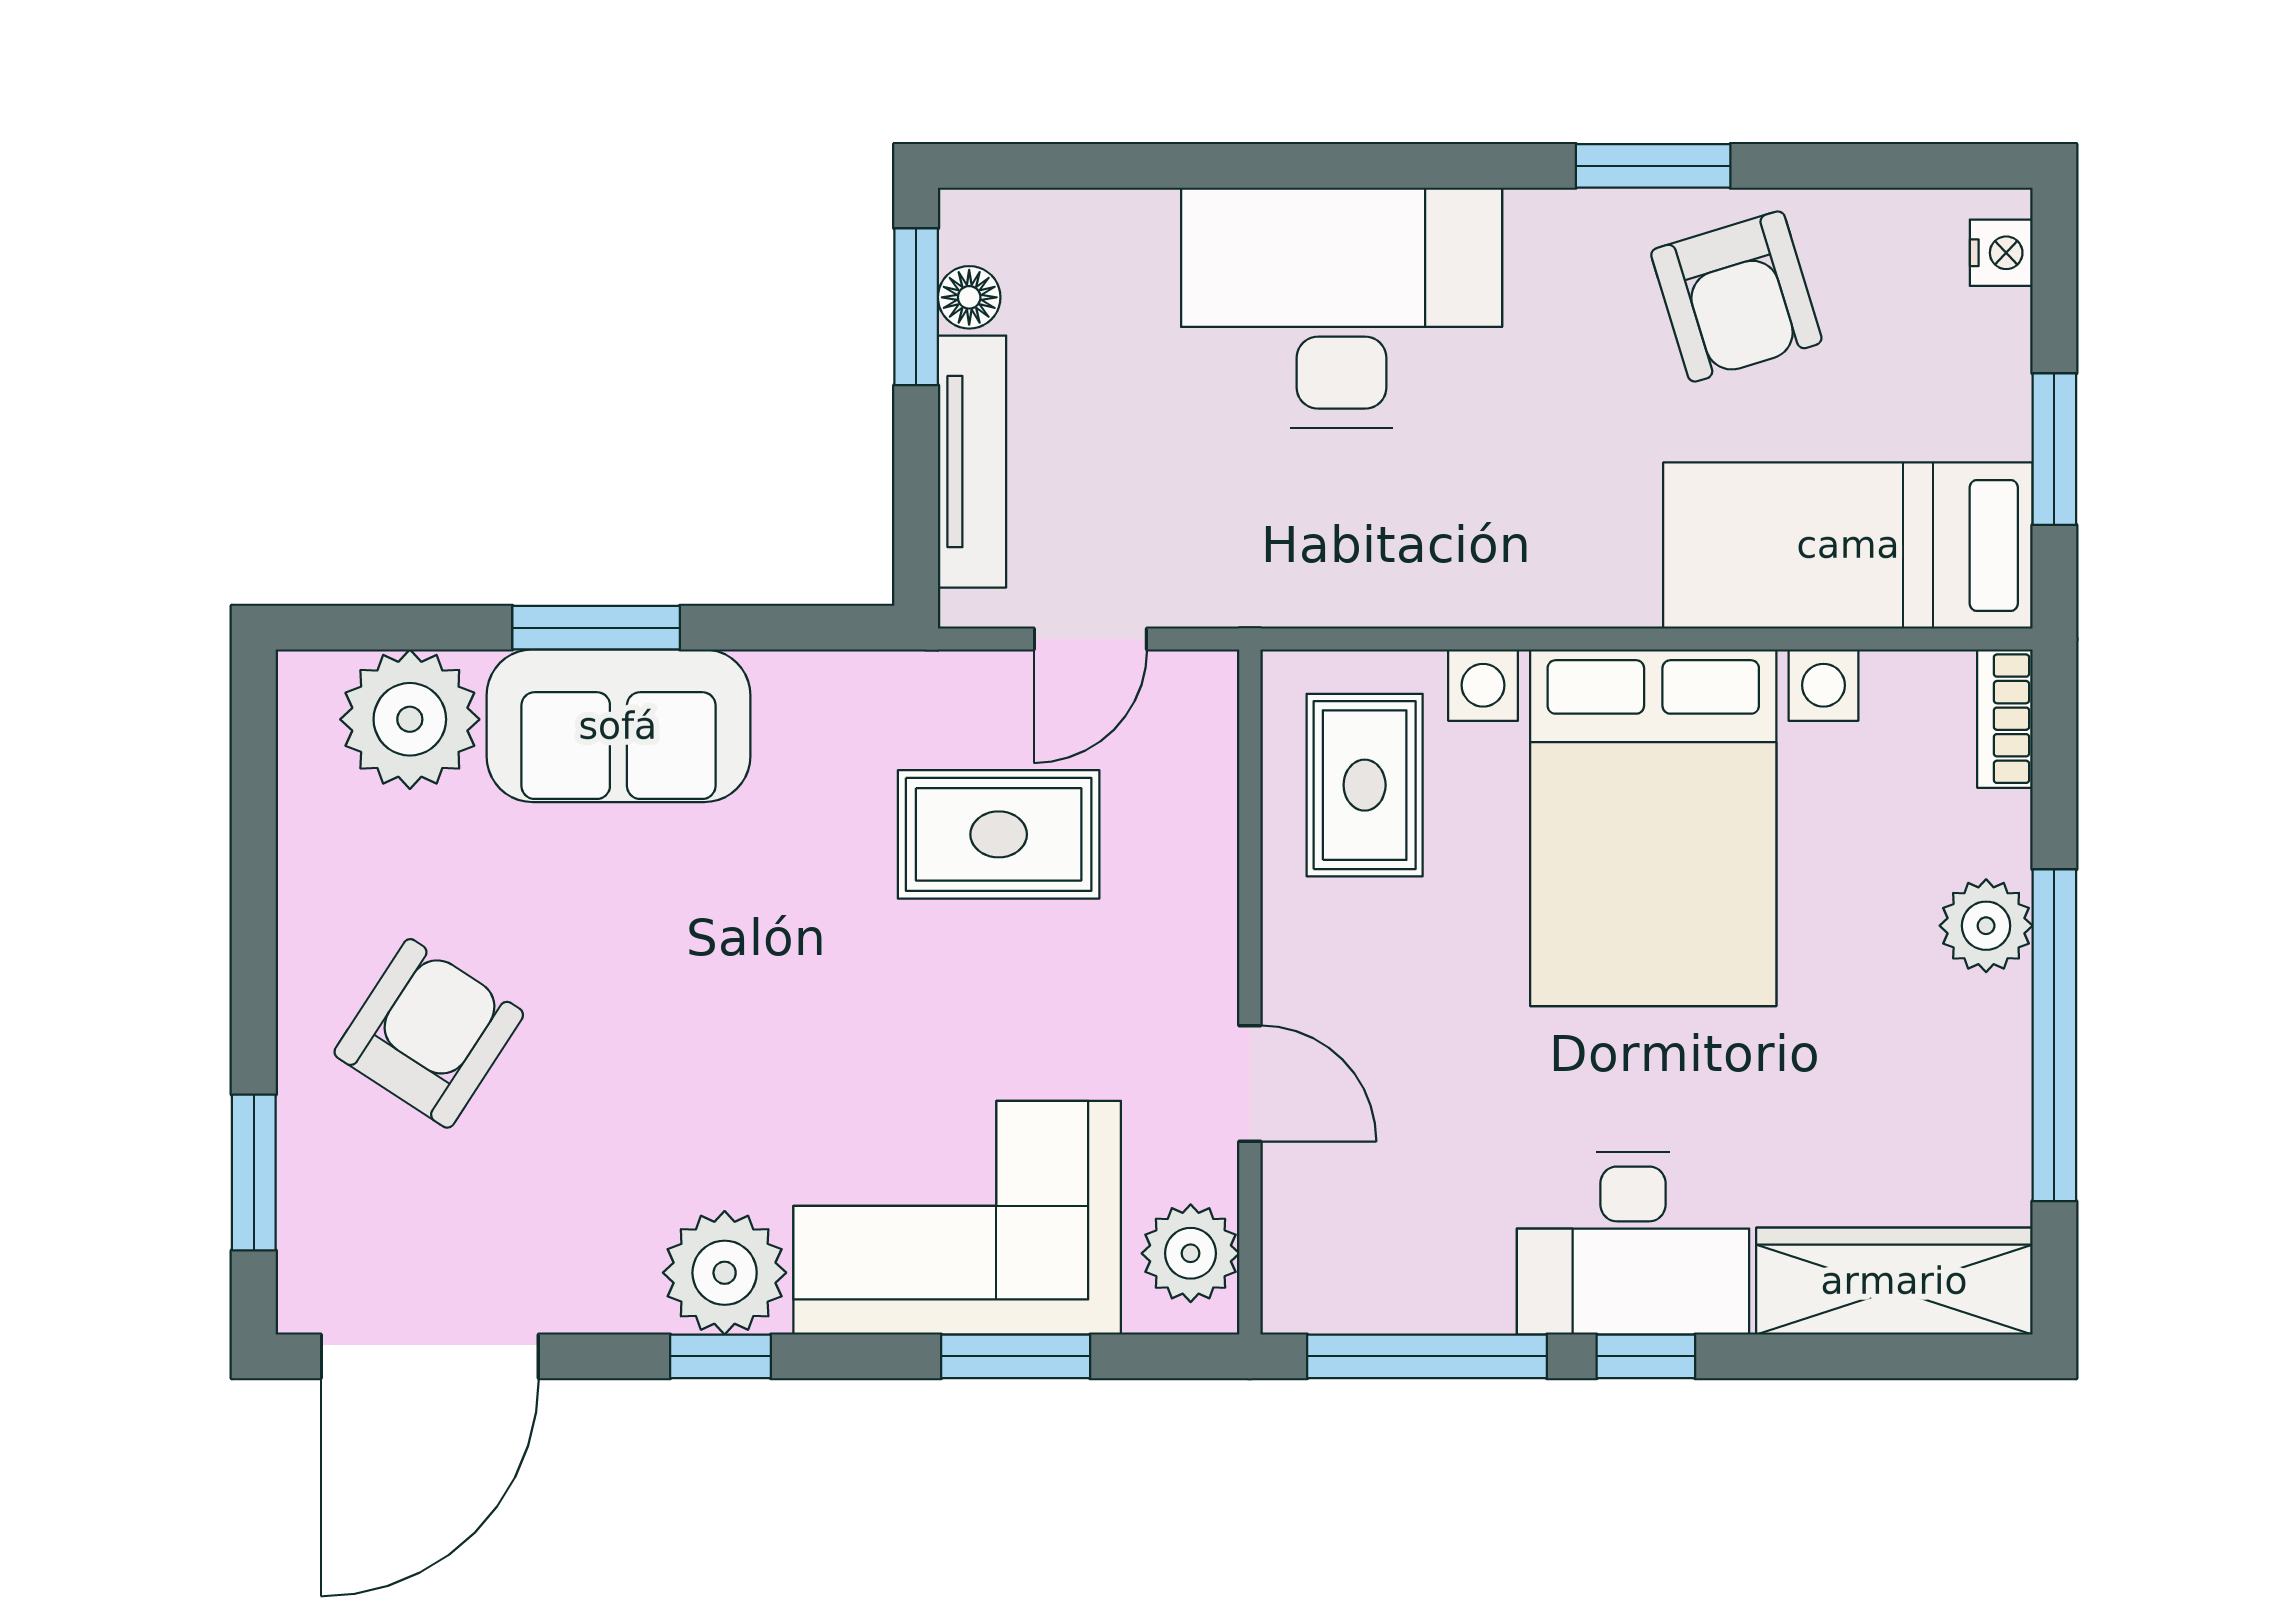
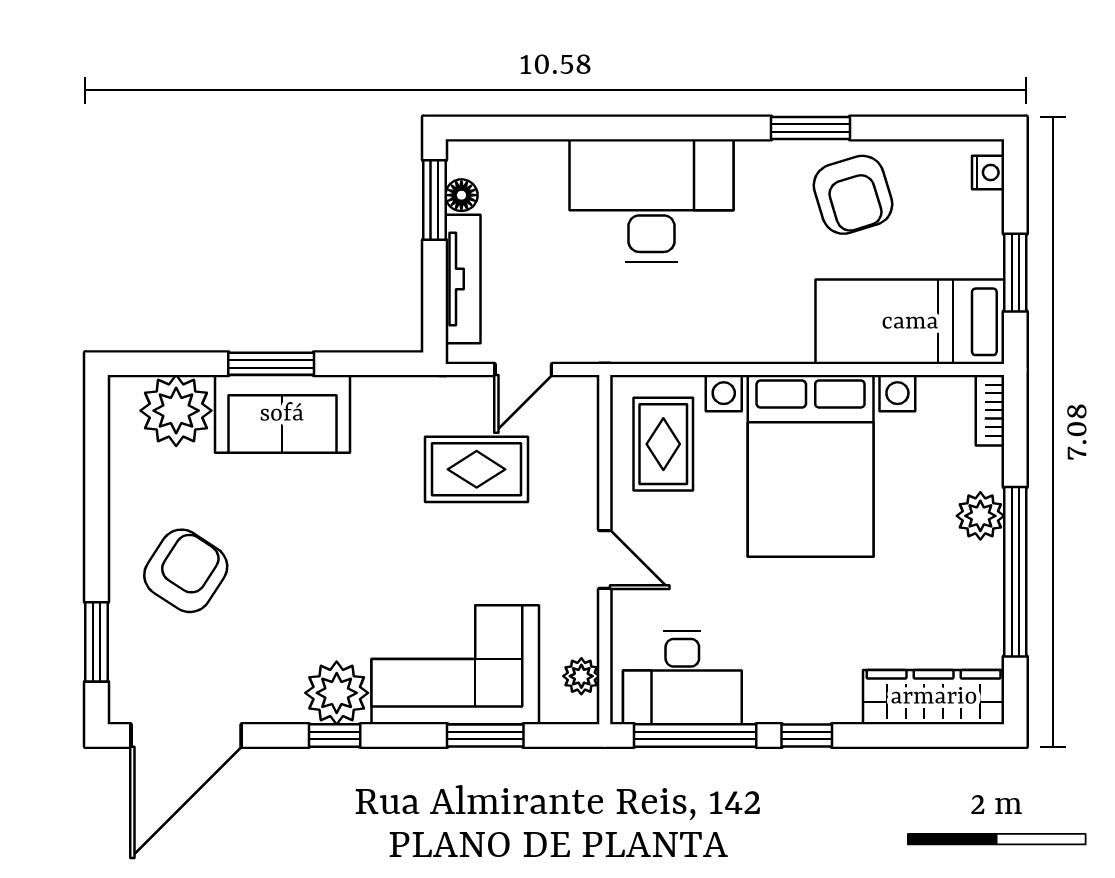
door: (1250, 1083) -> (605, 560), moved
desk: (1633, 1243) -> (682, 678), moved
plant: (1191, 1253) -> (581, 676), width x0.73, depth x0.73

